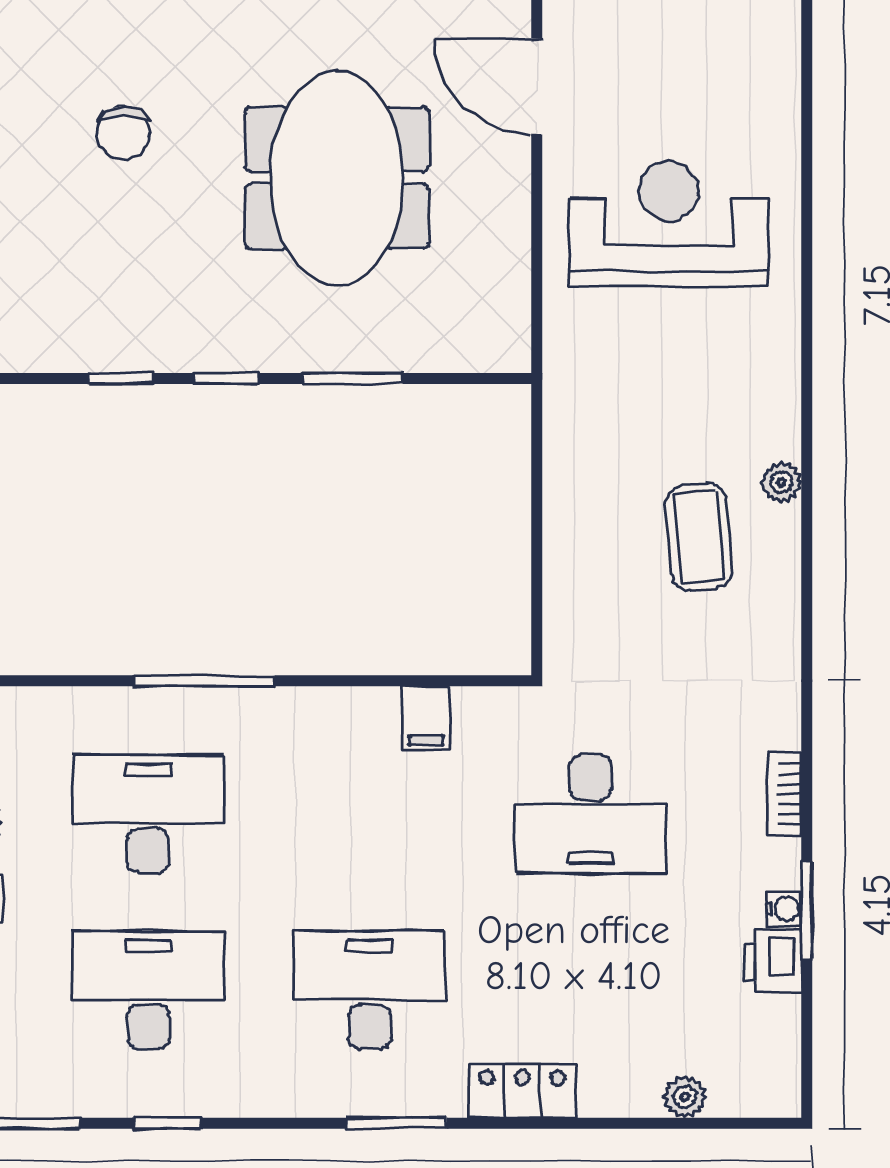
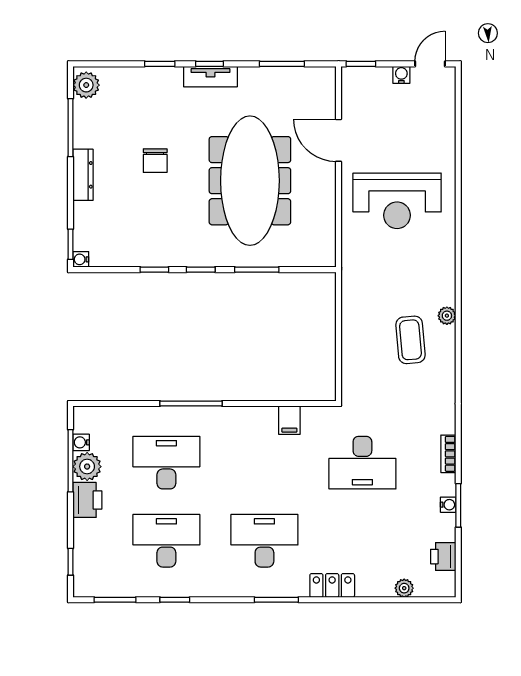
meeting table: (337, 178) -> (250, 181), width x1.36
reception desk: (669, 223) -> (397, 201), turned 180
printer: (773, 962) -> (443, 557), moved

